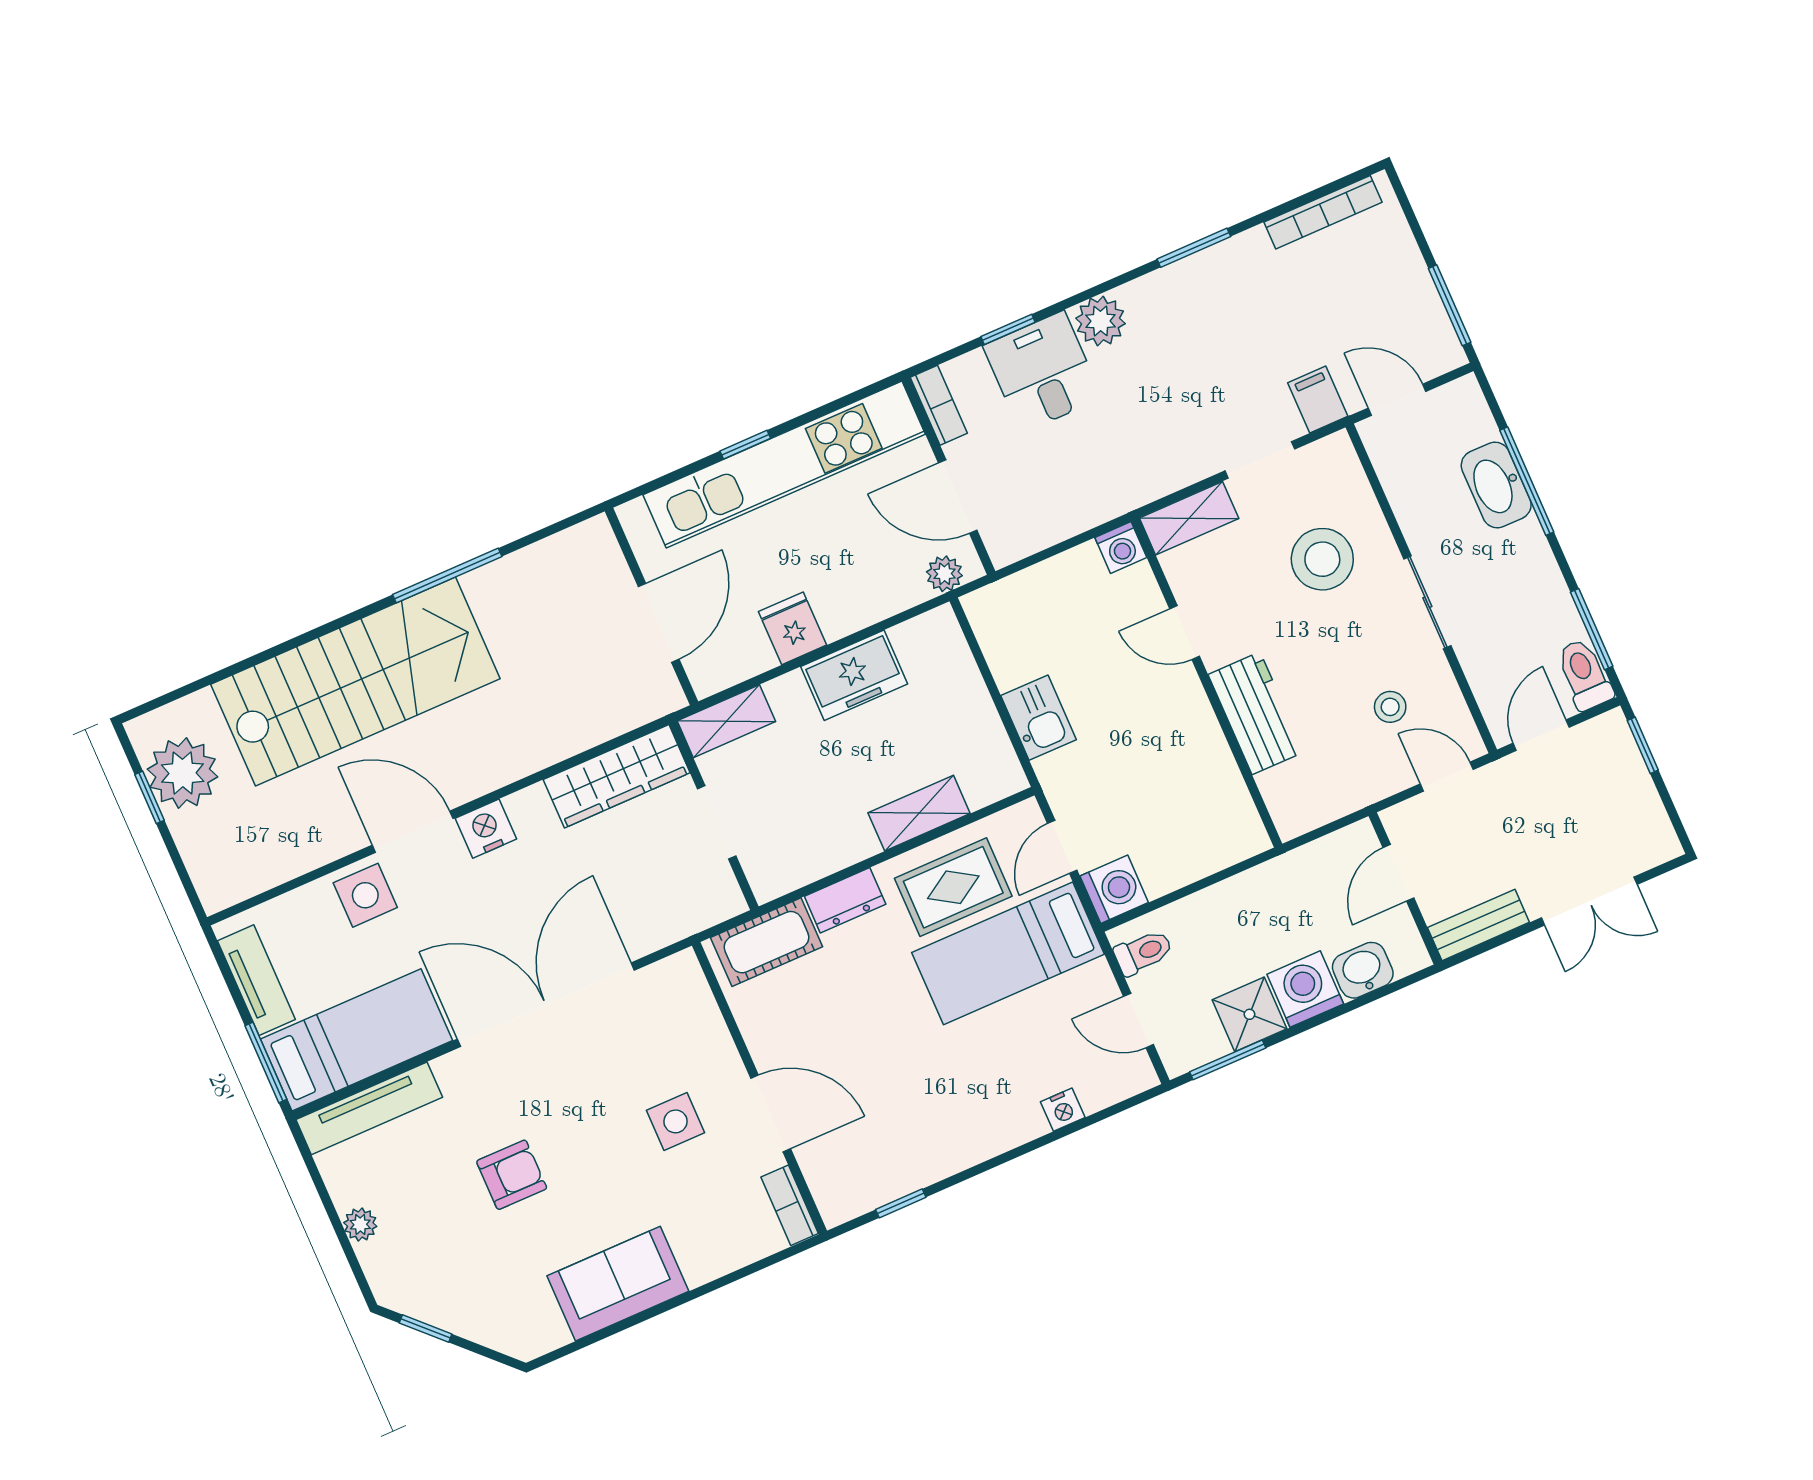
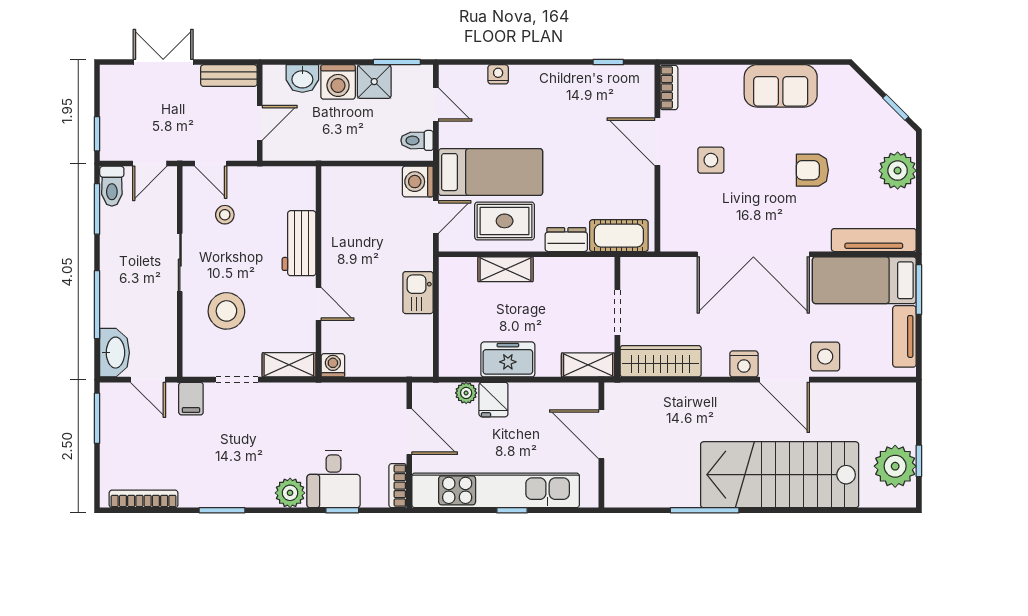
washbasin: (1496, 485) -> (115, 353), moved
plant: (944, 574) -> (466, 393), moved
door: (659, 623) -> (601, 434), hinge flipped
fridge: (792, 628) -> (493, 400), moved
plant: (360, 1224) -> (898, 171), width x1.88, depth x1.88

